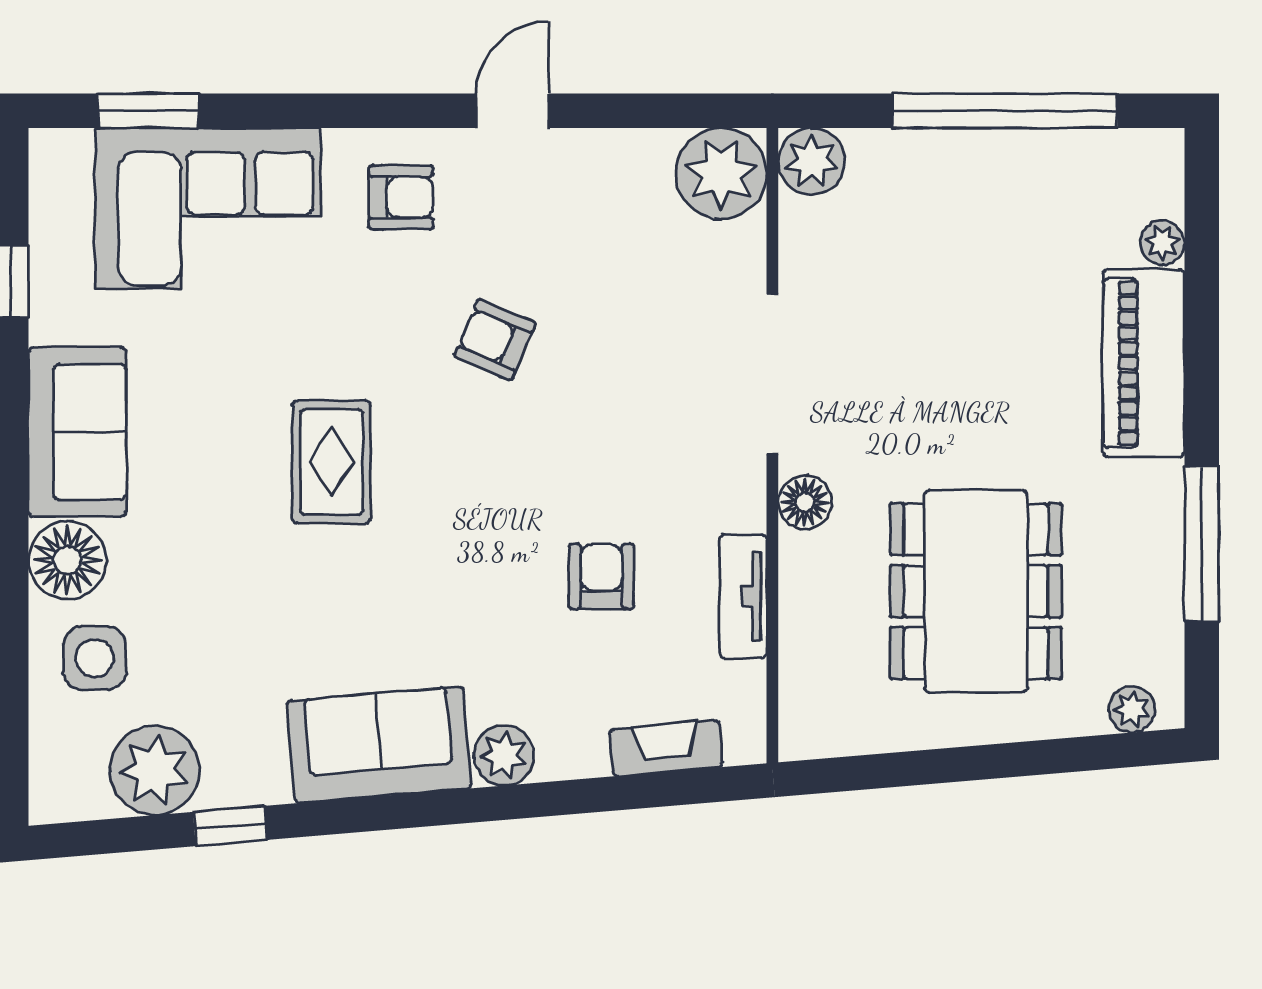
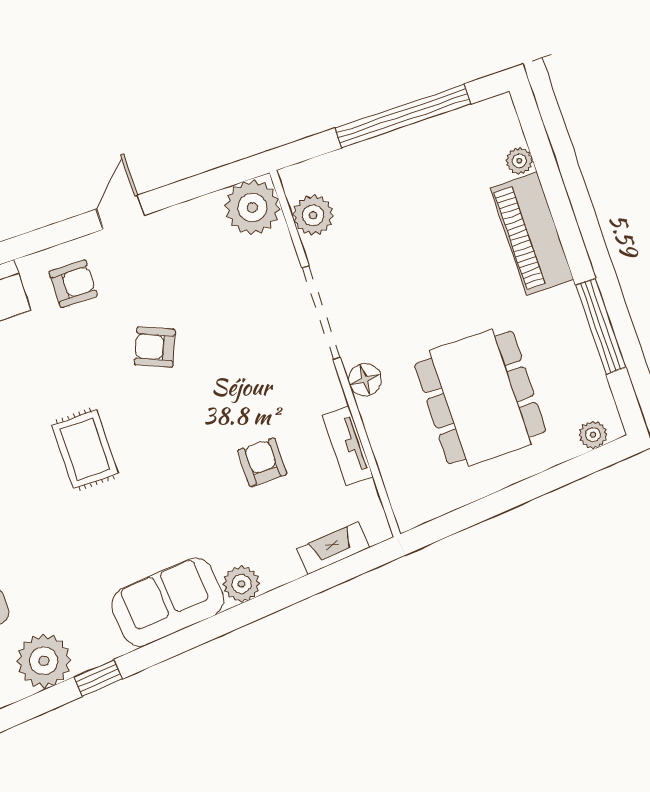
plant: (812, 161) -> (313, 215), moved

